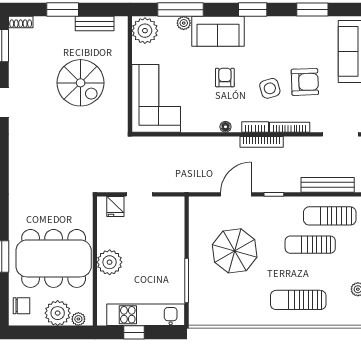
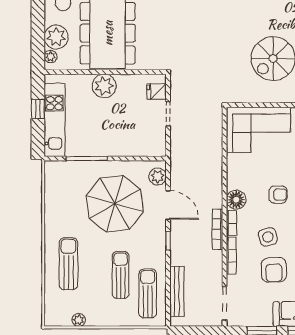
floor lamp: (225, 127) -> (236, 200), width x1.89, depth x1.89
plant: (206, 205) -> (158, 177), added
parasol: (235, 251) -> (115, 204), width x1.36, depth x1.36

